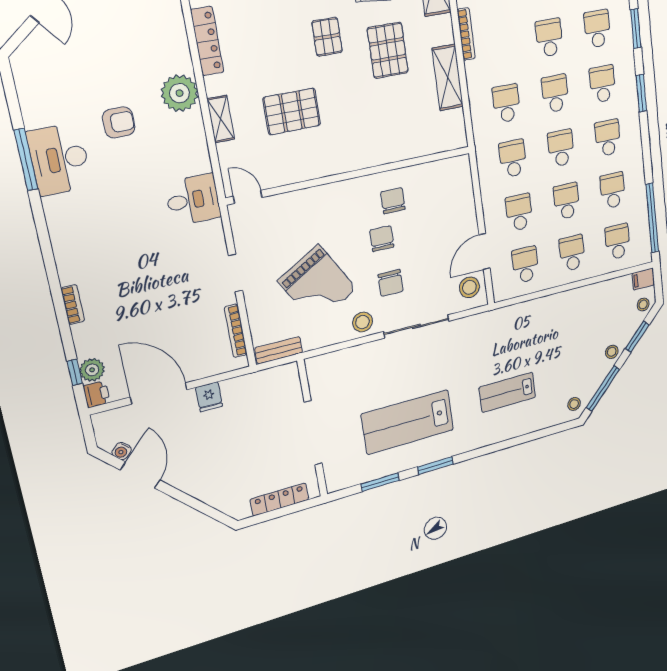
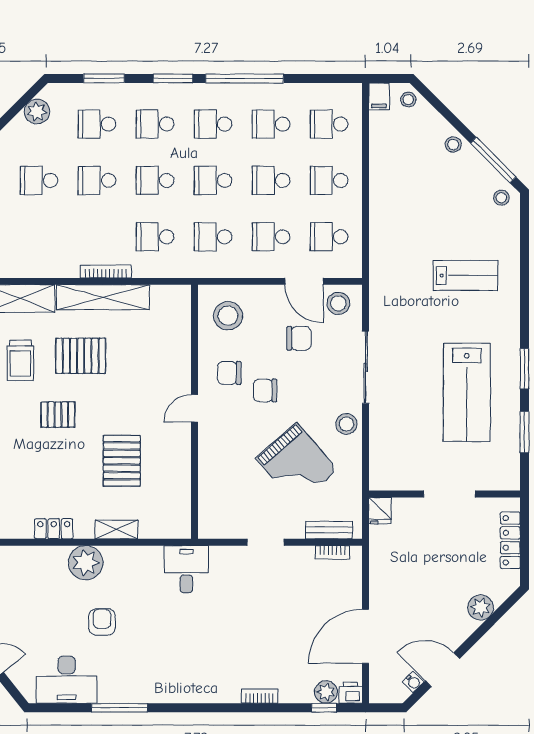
bookcase: (466, 34) -> (106, 271), moved
locker: (207, 41) -> (54, 529), width x0.66
shelving: (448, 77) -> (103, 297), width x1.47
desk: (59, 159) -> (67, 680), moved
stool: (445, 188) -> (228, 316), added
door: (248, 197) -> (194, 408), moved
window: (652, 218) -> (245, 78), moved
chair: (391, 283) -> (299, 338), moved
grand piano: (317, 285) -> (297, 464), turned 79
bookcase: (236, 331) -> (332, 552), width x0.64
window: (637, 337) -> (444, 111), removed
bench: (279, 350) -> (329, 530), moved, turned 90
lab bench: (507, 392) -> (465, 276), turned -90
fridge: (209, 397) -> (380, 511), moved, turned 90
doorway: (313, 433) -> (449, 494), width x0.73
plant: (210, 492) -> (481, 607), added

